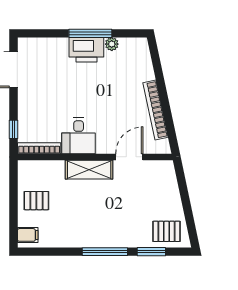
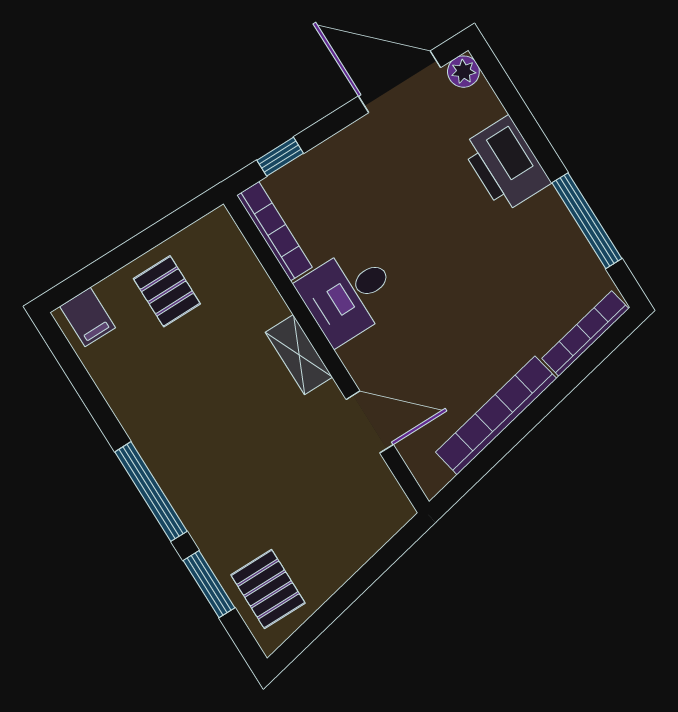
window: (90, 33) -> (587, 221), moved
plant: (112, 44) -> (463, 72), moved
printer: (86, 50) -> (506, 164), moved
bookcase: (146, 59) -> (585, 333), added
shelving: (89, 170) -> (299, 355), width x0.67, depth x0.75

